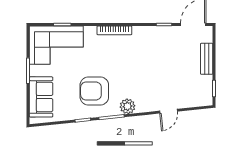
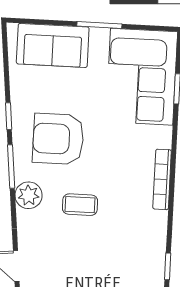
coffee table: (131, 77) -> (80, 205), added
armchair: (94, 91) -> (58, 139), turned -90

